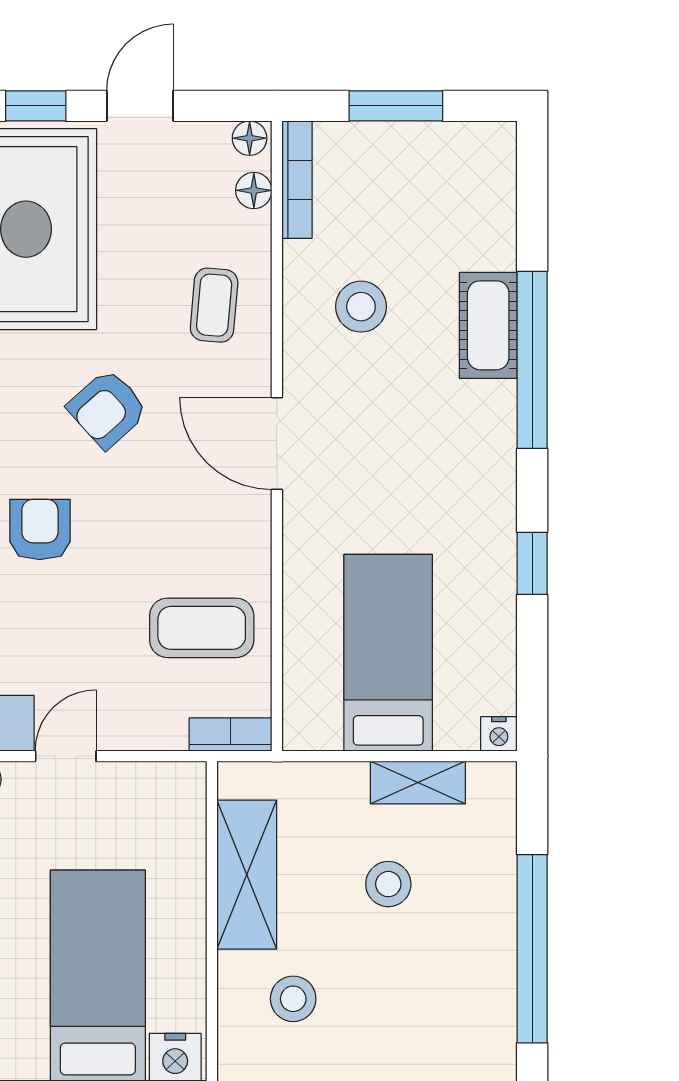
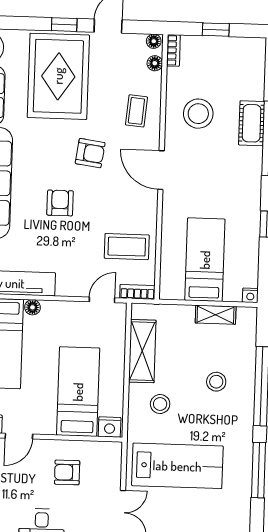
window: (396, 106) -> (216, 30), width x0.67
bookcase: (297, 180) -> (173, 50), width x0.64
stool: (361, 307) -> (198, 114), width x1.38, depth x1.38
armchair: (108, 409) -> (90, 153), turned -130
door: (66, 756) -> (102, 300), moved
stool: (388, 884) -> (216, 382), moved

